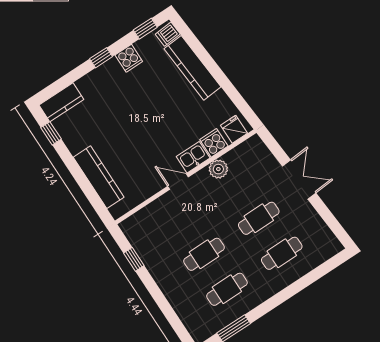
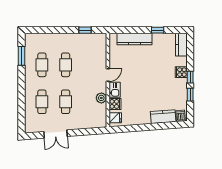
window: (145, 29) -> (190, 95), moved
cooker: (129, 58) -> (181, 72), moved
kitchen counter: (193, 68) -> (163, 117), width x0.67
window: (51, 133) -> (158, 30), moved
double door: (299, 179) -> (55, 134), moved

